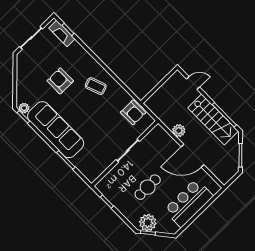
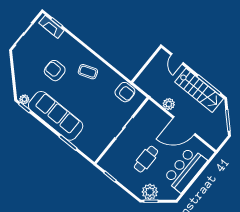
door: (193, 83) -> (177, 59), swing flipped

